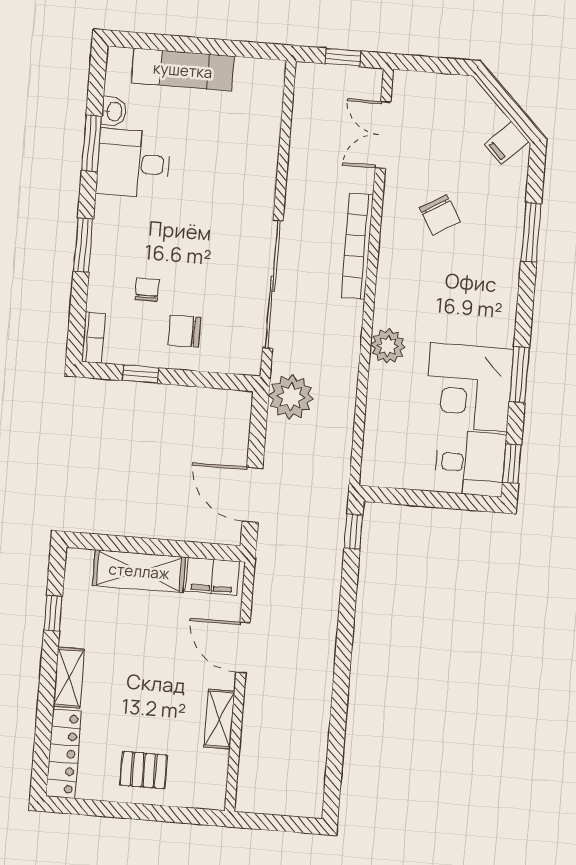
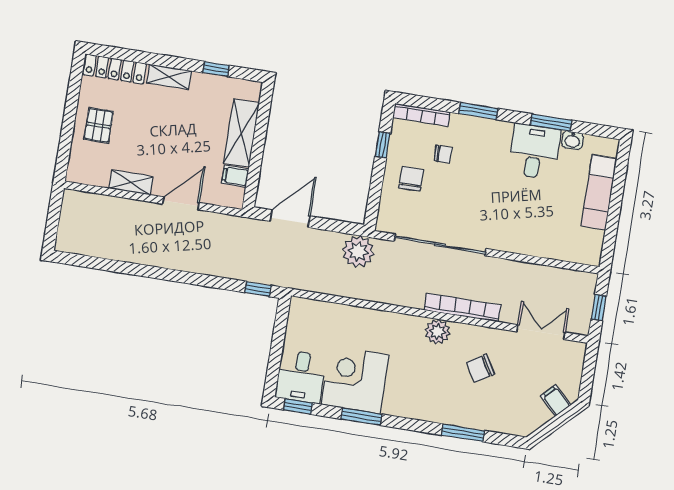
filing cabinet: (507, 143) -> (556, 400), moved
bookcase: (93, 338) -> (422, 115), width x1.56
plant: (388, 346) -> (438, 332), moved
filing cabinet: (212, 576) -> (235, 176), width x0.50

